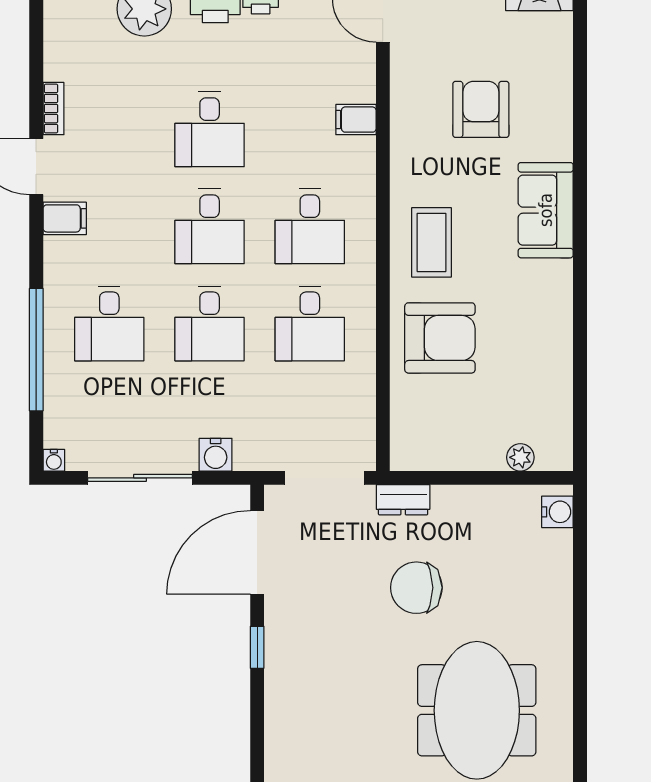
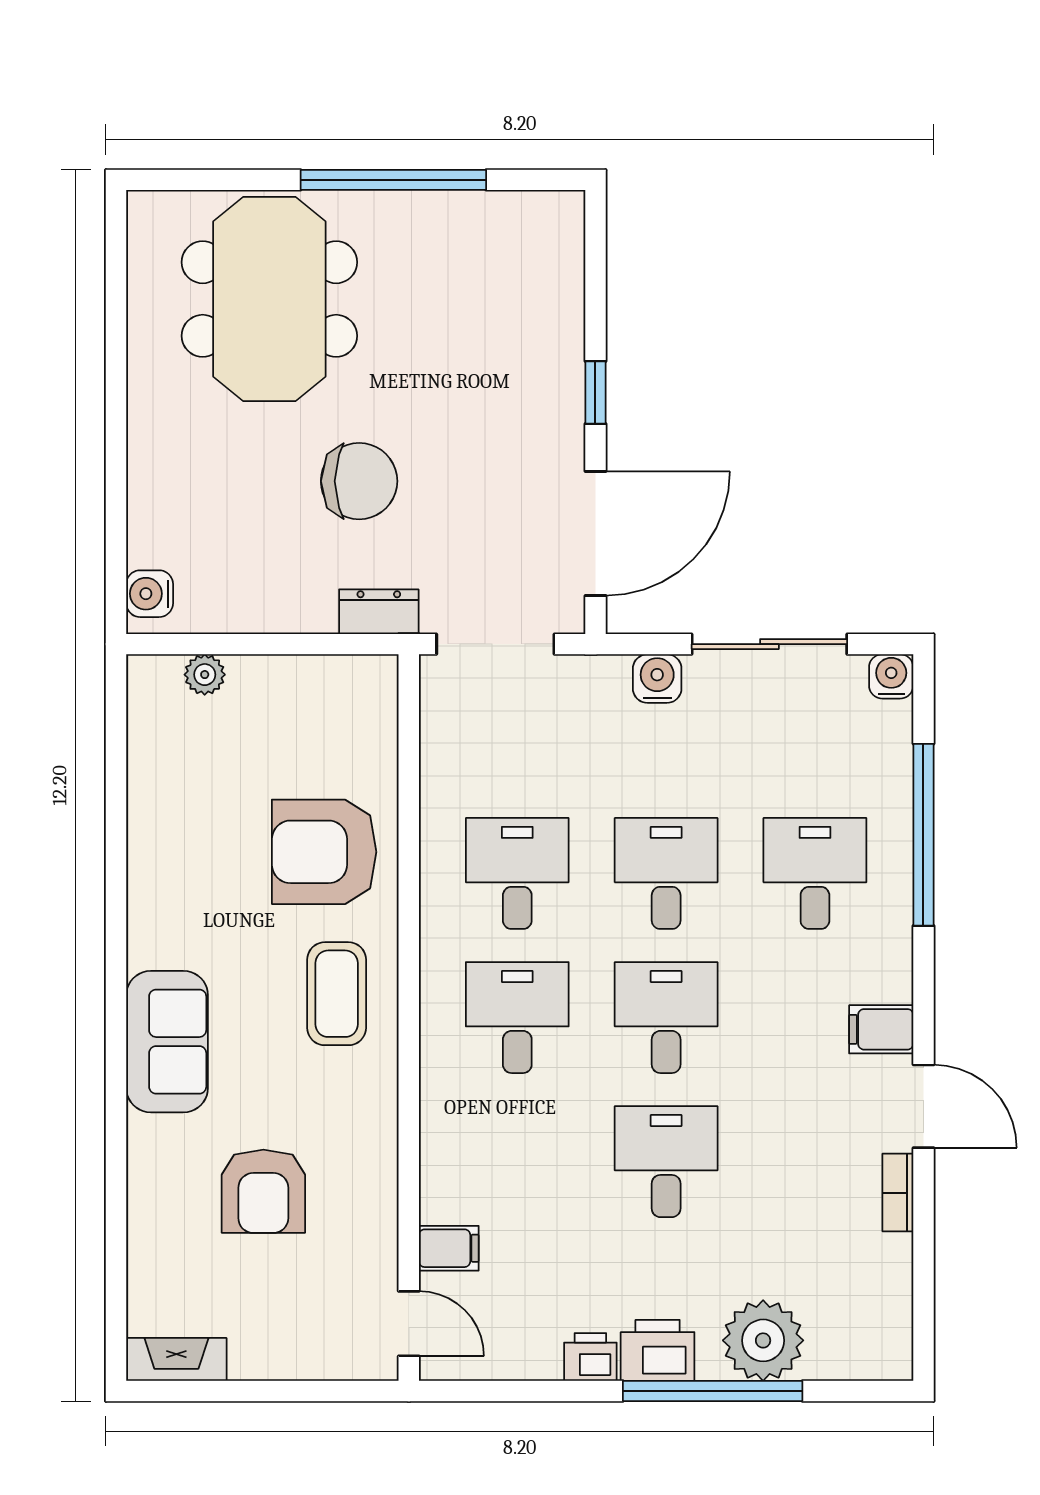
filing cabinet: (356, 120) -> (449, 1248), moved
water cooler: (54, 460) -> (891, 676), width x1.38, depth x1.38

